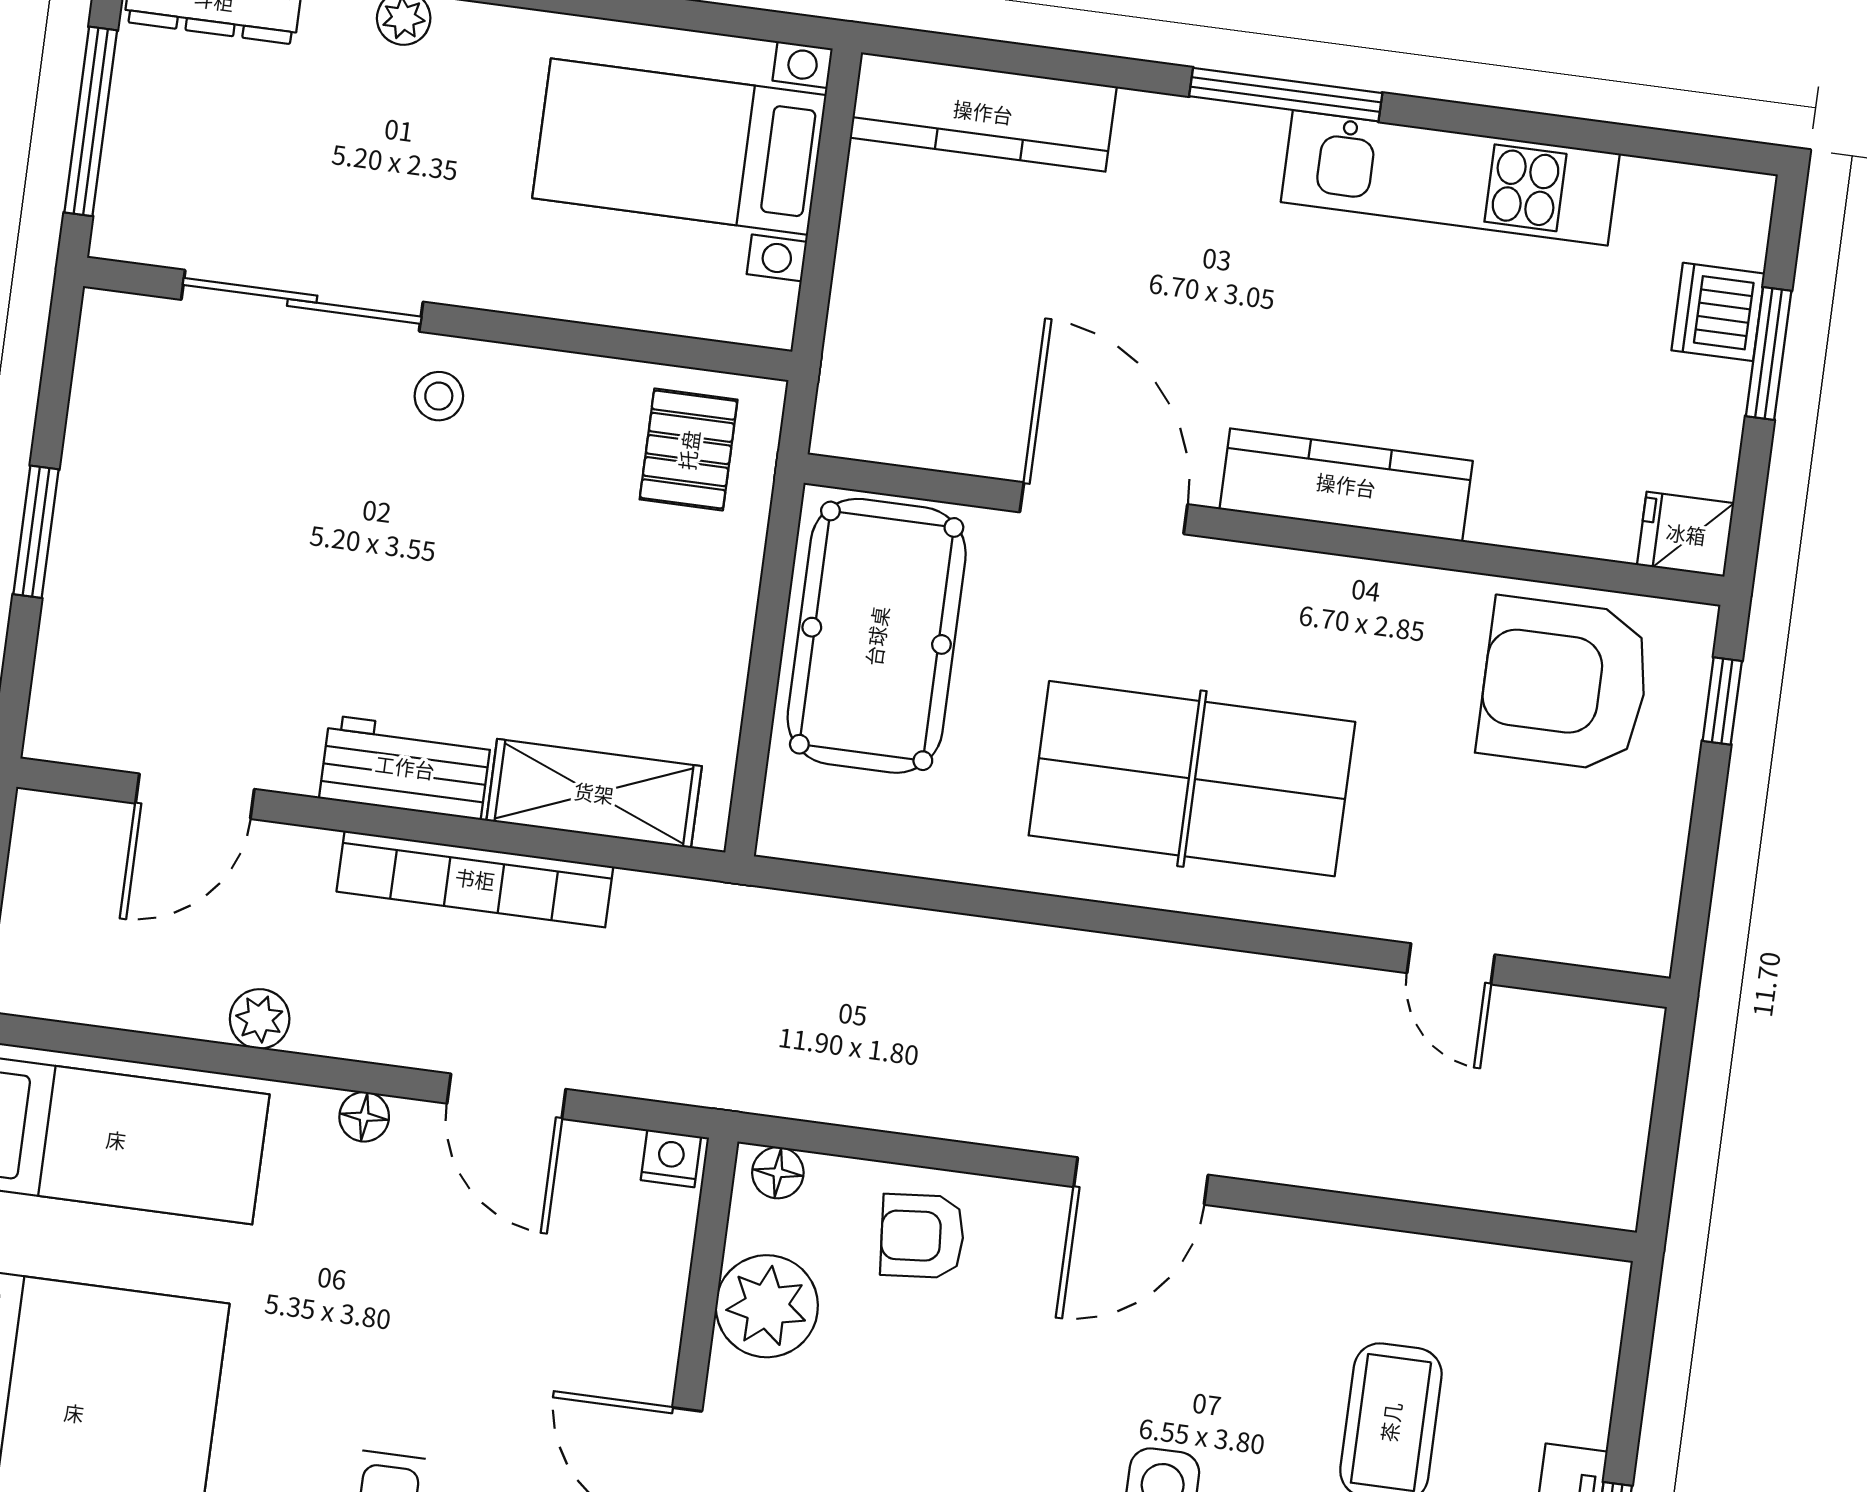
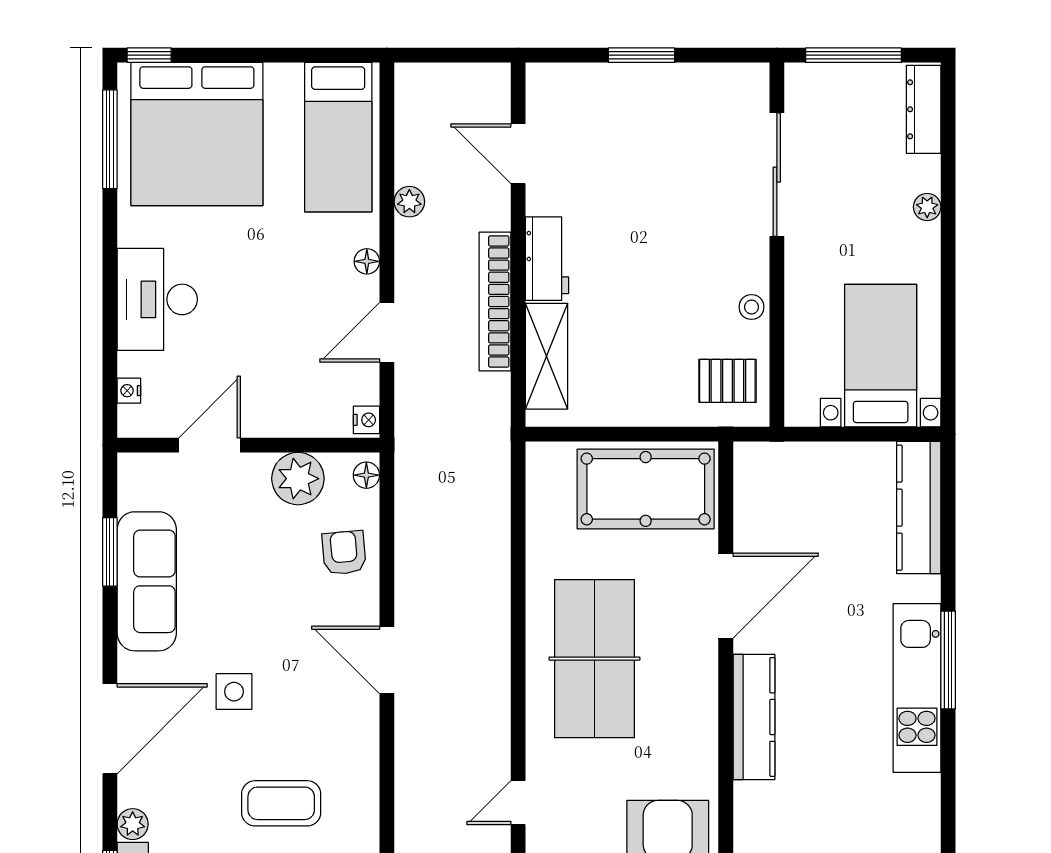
kitchen unit: (1450, 178) -> (917, 688), moved
stool: (439, 396) -> (752, 307), moved

